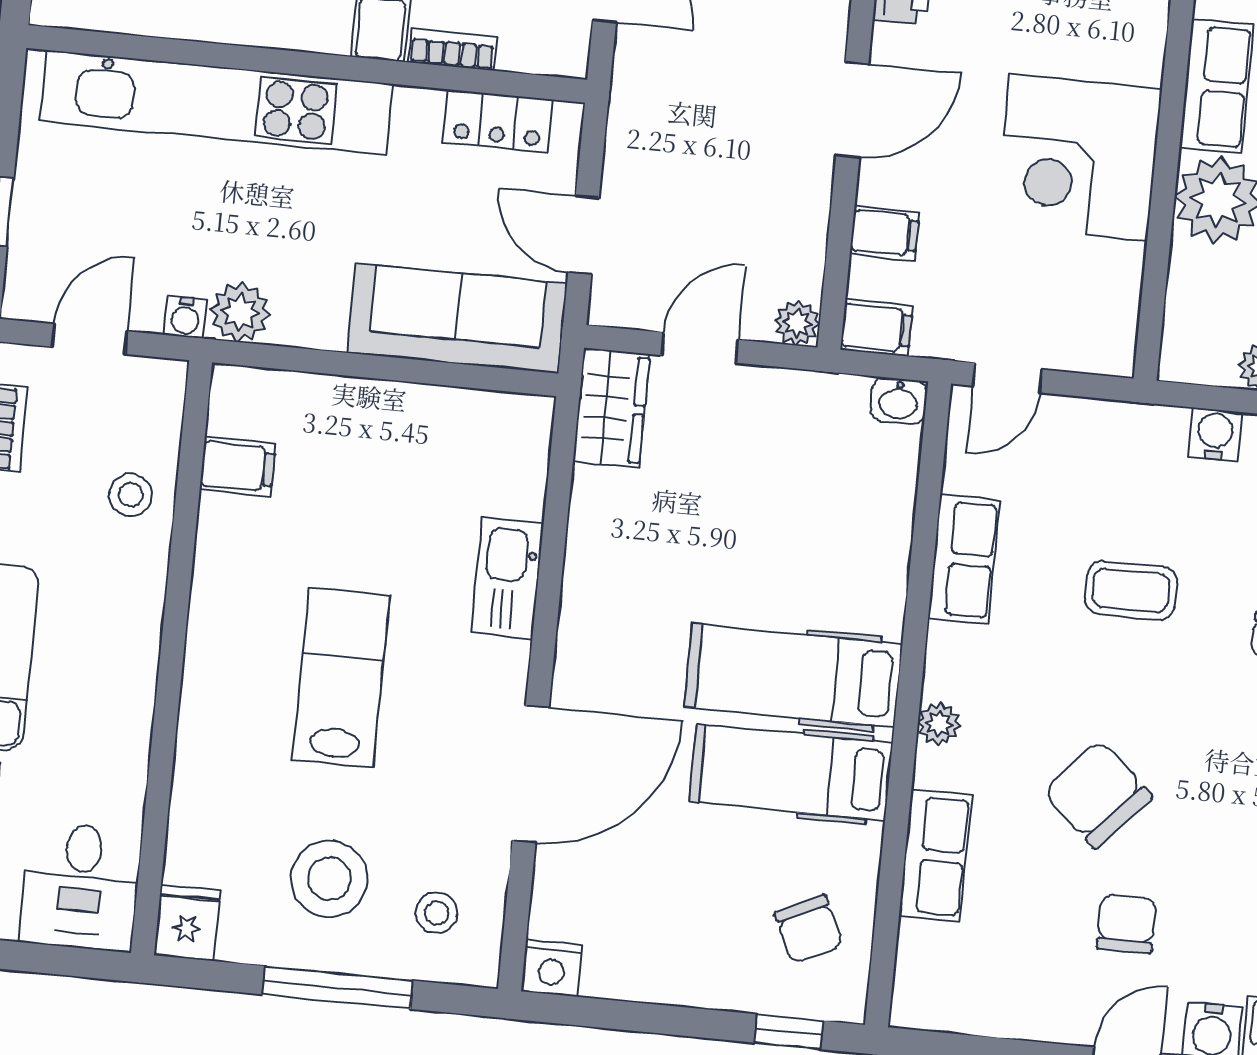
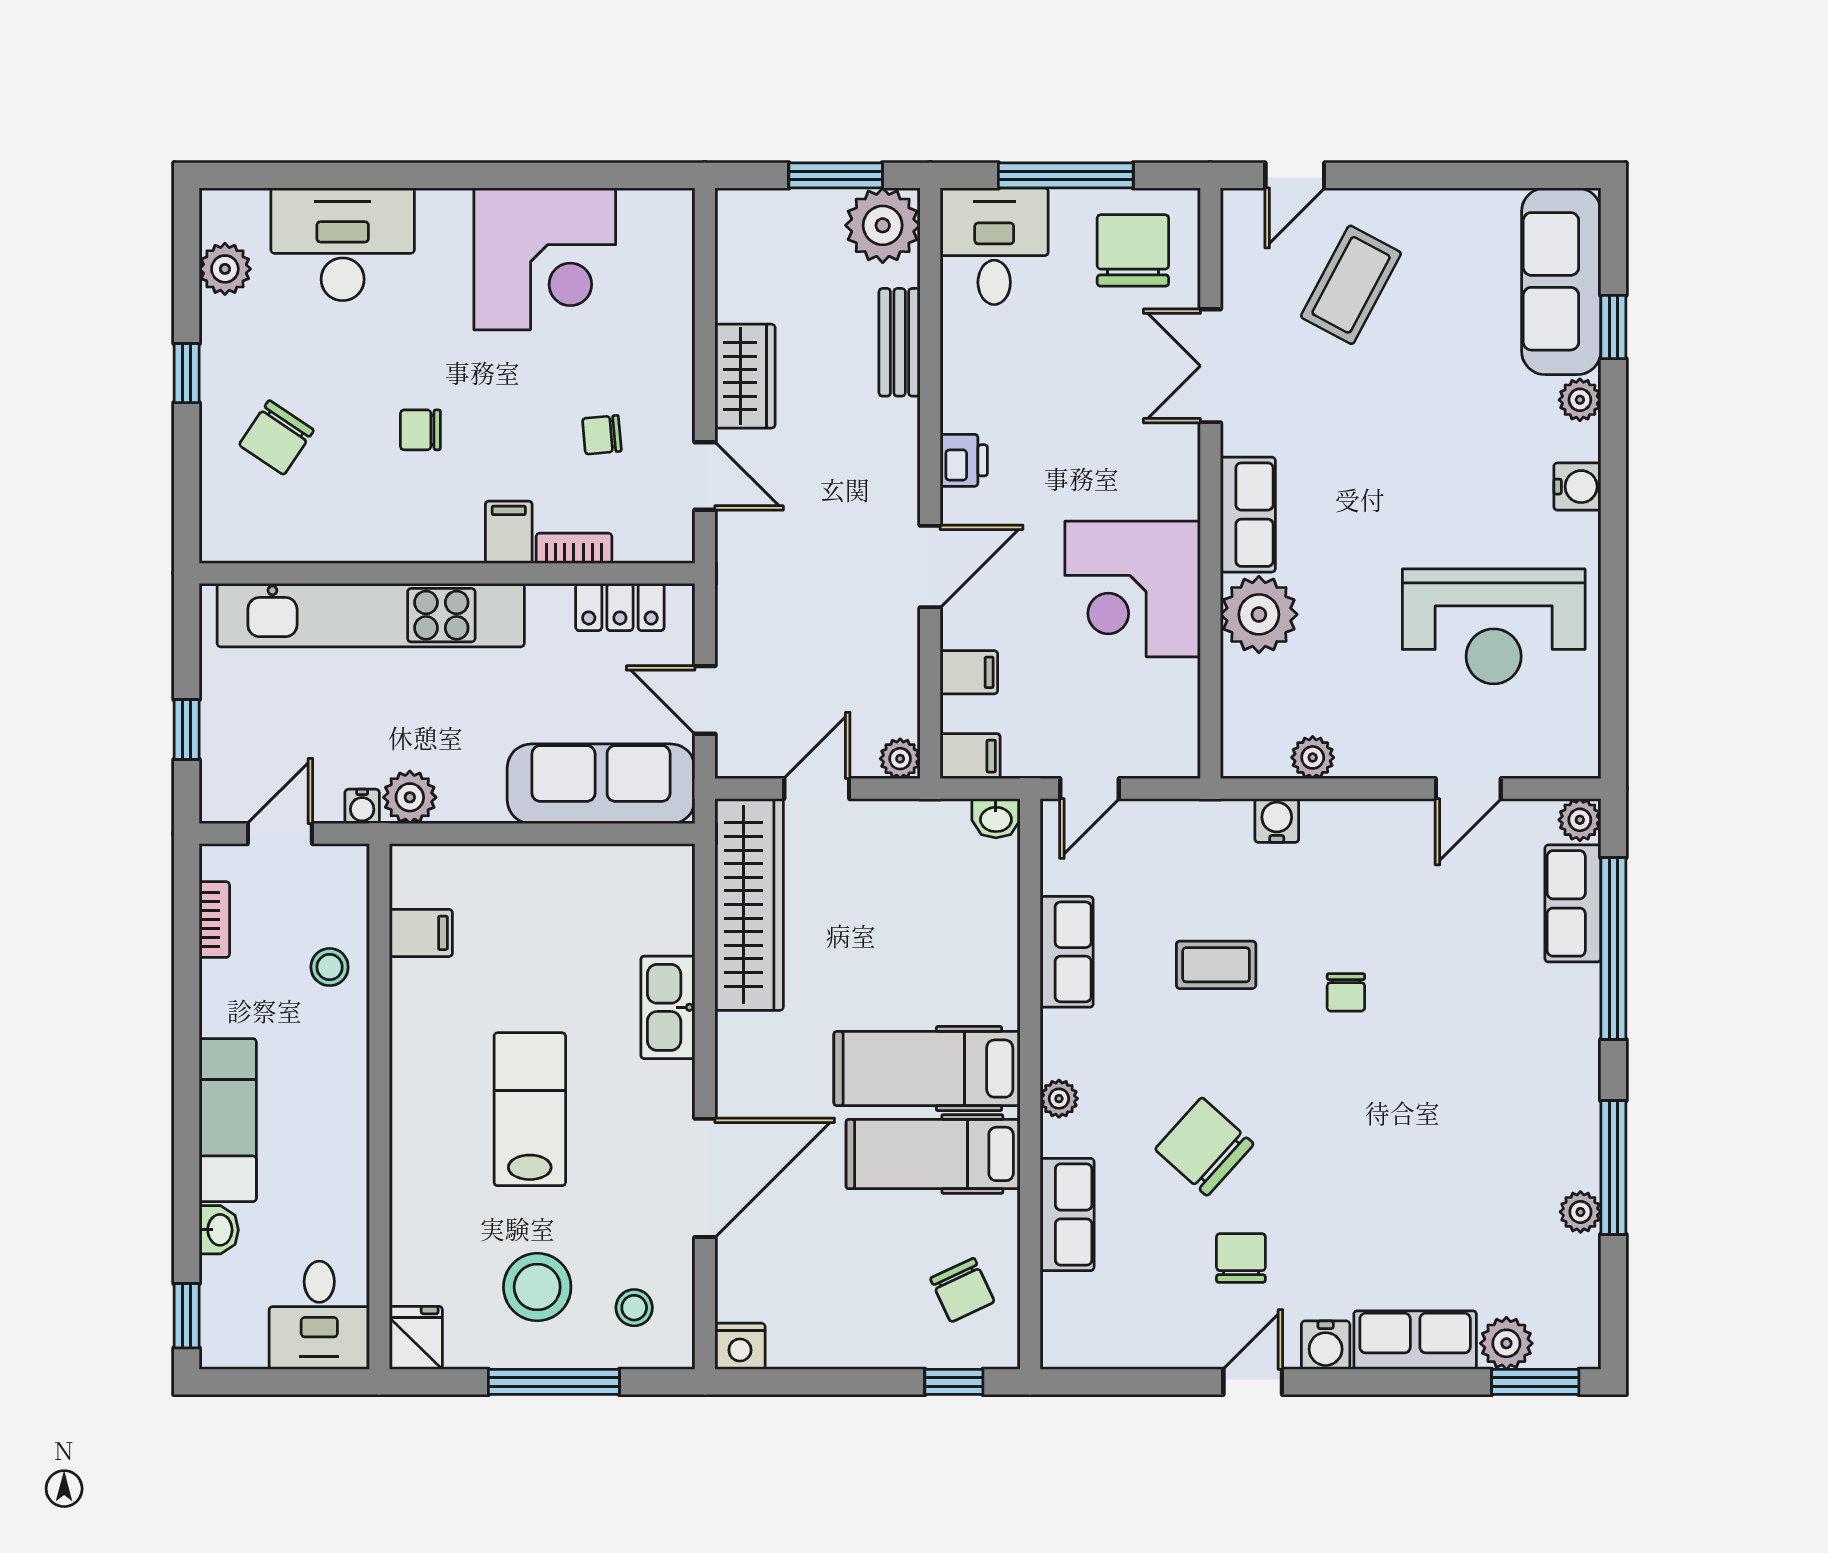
wardrobe: (611, 408) -> (749, 905), width x2.10, depth x1.17

